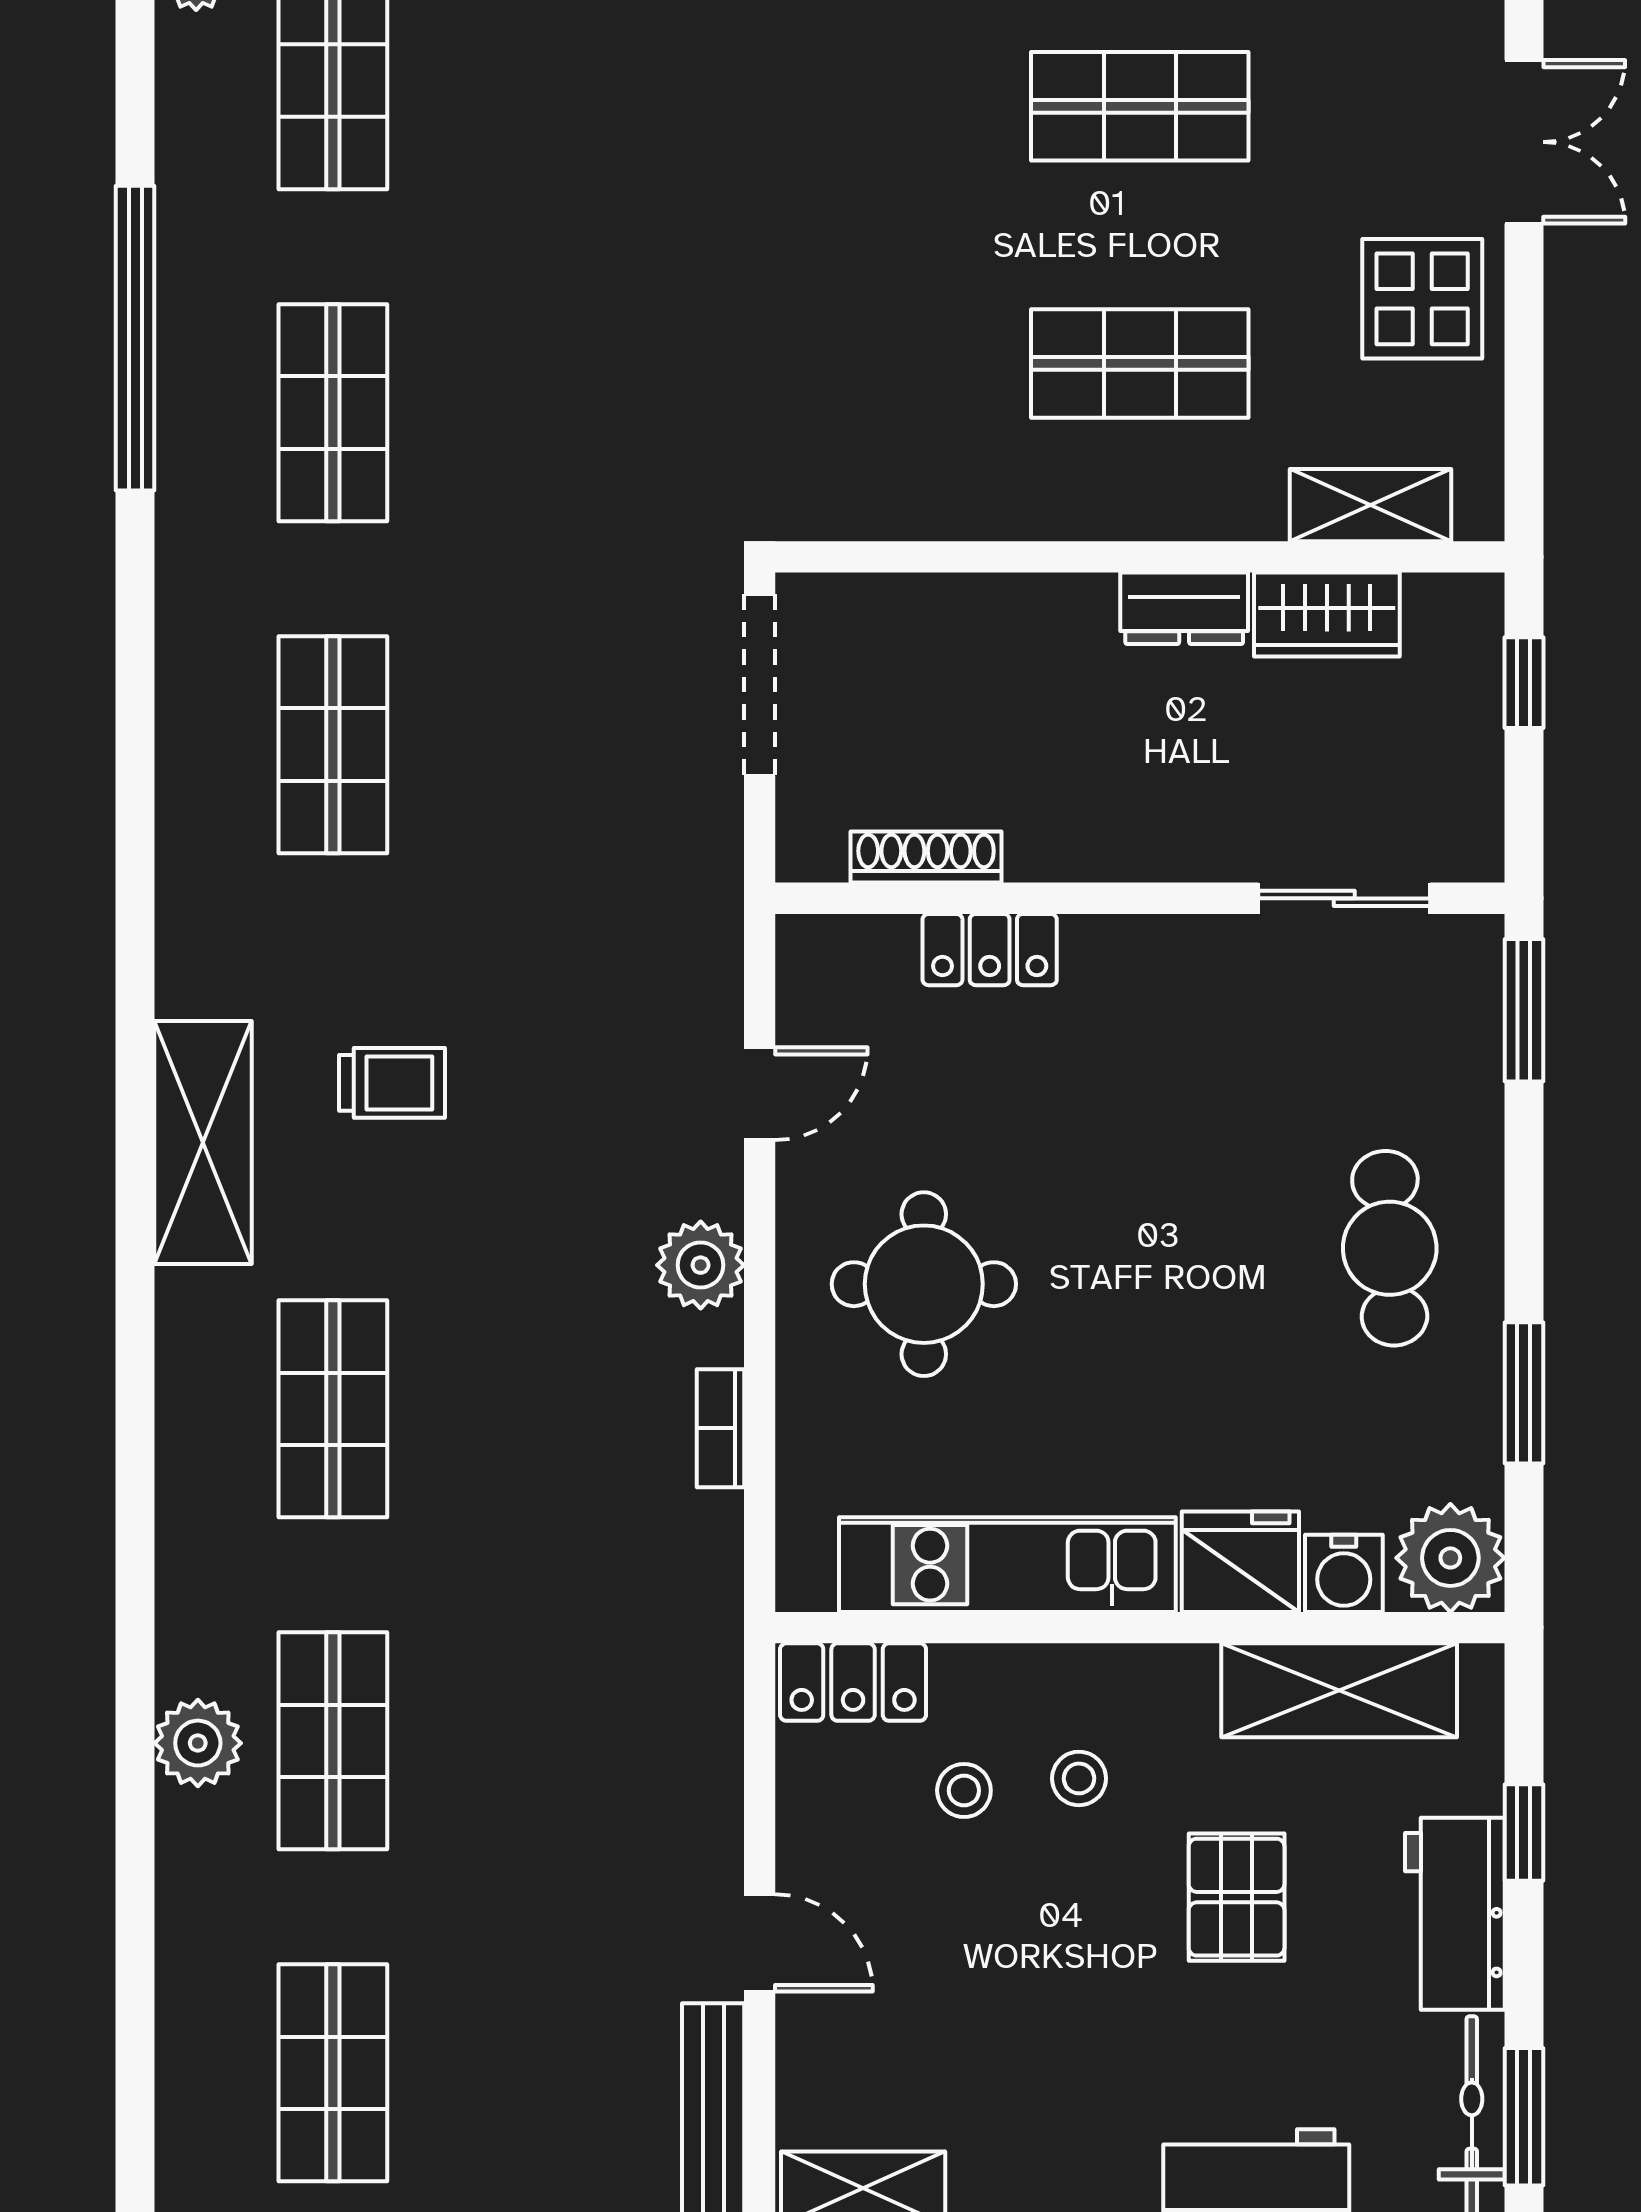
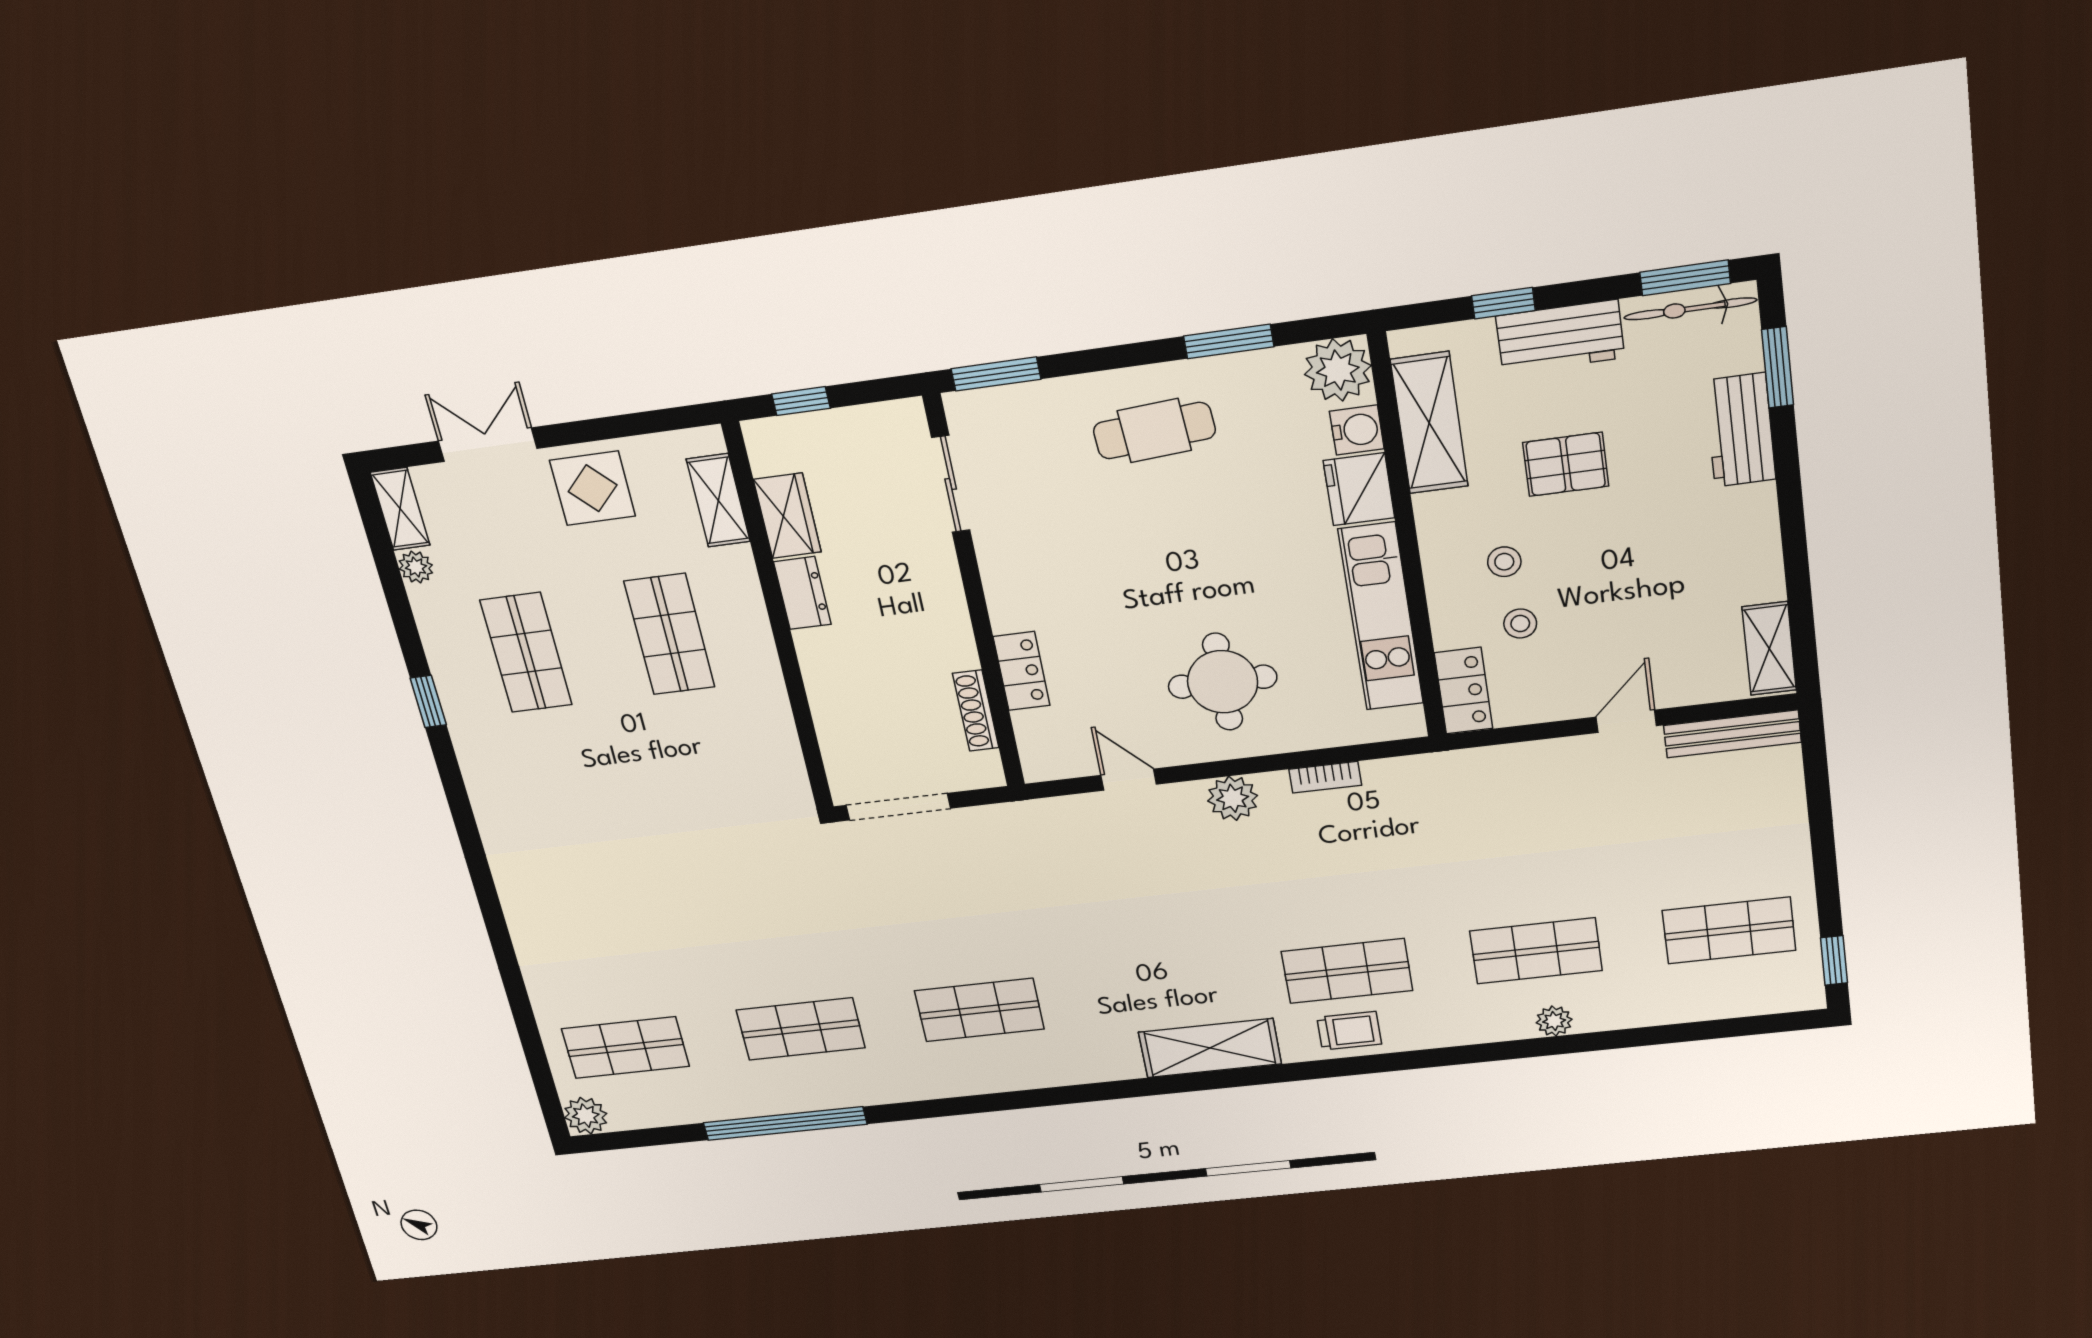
trolley: (392, 1083) -> (1349, 1031), moved, turned 90
plant: (198, 1743) -> (1554, 1021), width x0.73, depth x0.73

